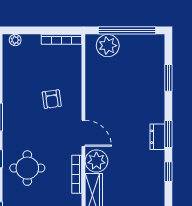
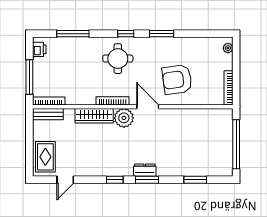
plant: (108, 46) -> (223, 128), removed
armchair: (52, 99) -> (177, 79), width x1.88, depth x1.88
door: (83, 133) -> (148, 107), swing flipped

